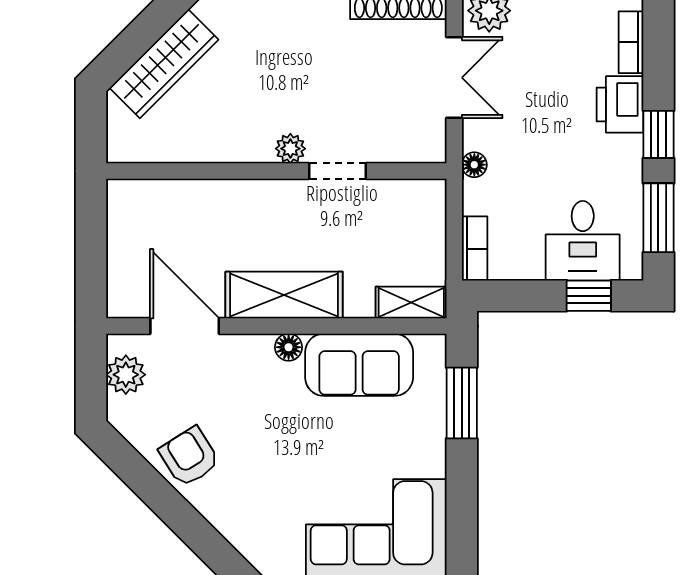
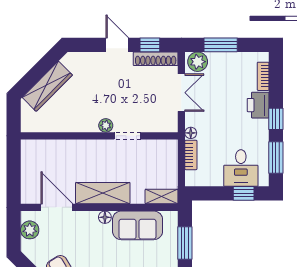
bookcase: (475, 249) -> (191, 155), moved

